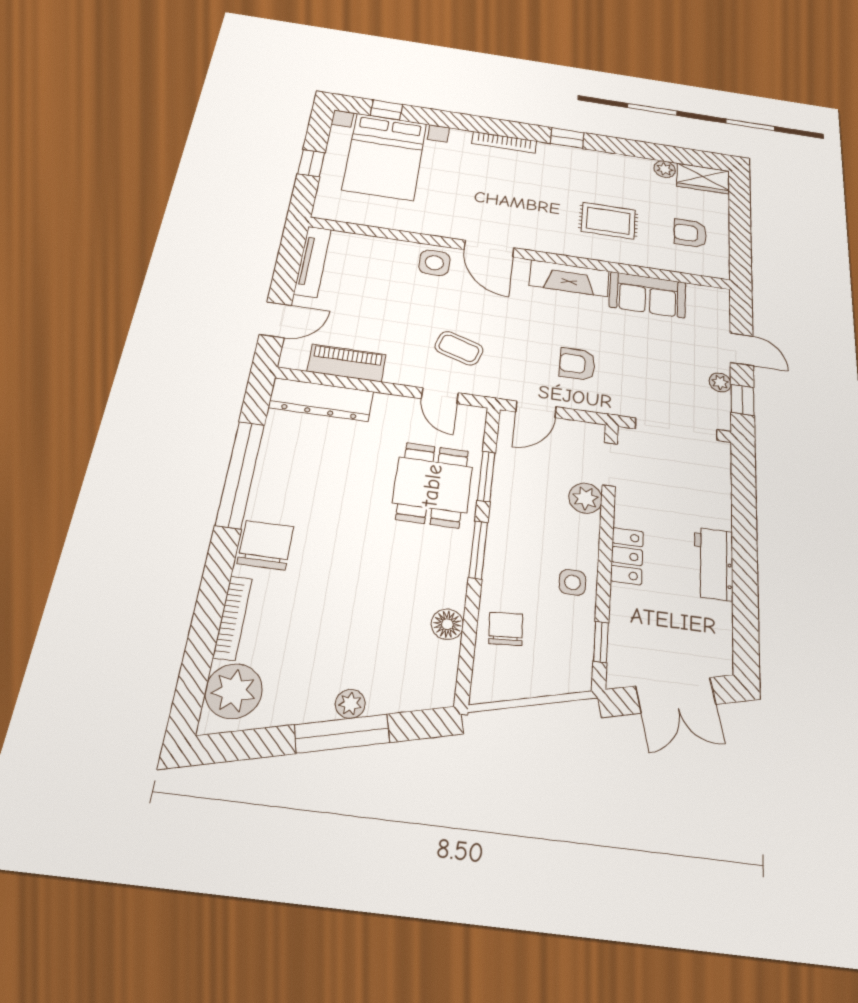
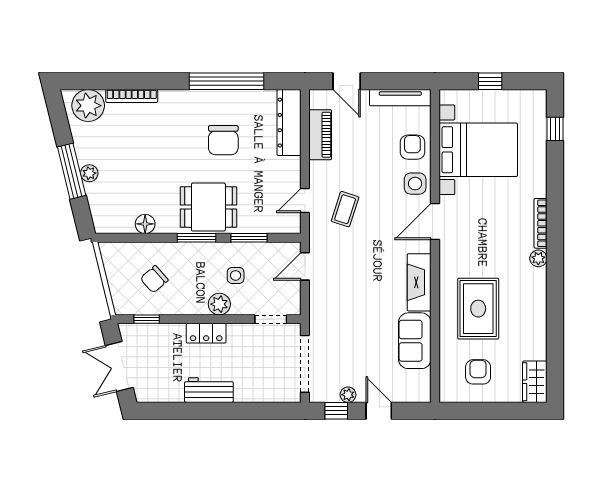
window: (567, 138) -> (555, 272), removed
bed with nightstands: (385, 156) -> (478, 150), moved, turned 180
plant: (665, 169) -> (538, 258), moved
rug: (608, 221) -> (478, 309), width x1.36, depth x1.43
door: (742, 349) -> (379, 411), swing flipped
armchair: (577, 364) -> (412, 147), moved
door: (536, 409) -> (305, 266), hinge flipped
dining table: (432, 485) -> (208, 207), moved
plant: (585, 498) -> (219, 304), moved
chair: (266, 545) -> (223, 140), moved, turned 90
side table: (573, 582) -> (236, 275), moved
chair: (506, 629) -> (154, 279), moved, turned 143

